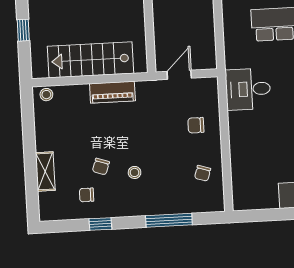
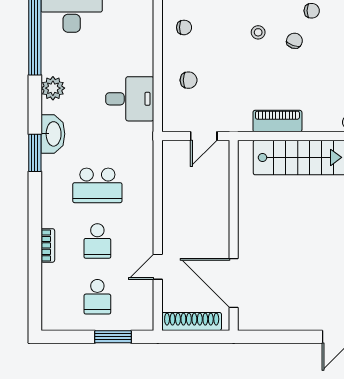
desk: (248, 89) -> (130, 99), moved
chair: (203, 173) -> (184, 27), turned 73

